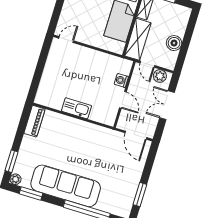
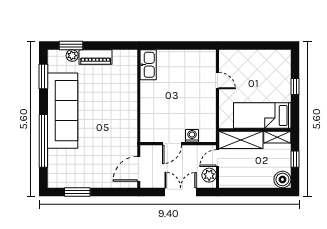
door: (66, 40) -> (218, 81), moved
boiler: (174, 43) -> (282, 179), moved
kitchen sink: (76, 108) -> (148, 65), moved
piano: (35, 121) -> (96, 57), moved
plant: (16, 179) -> (72, 56), moved

